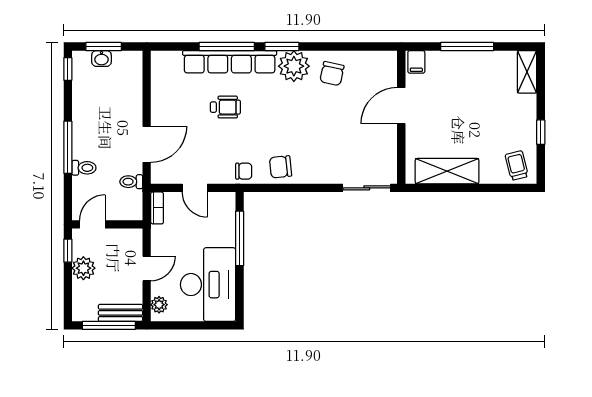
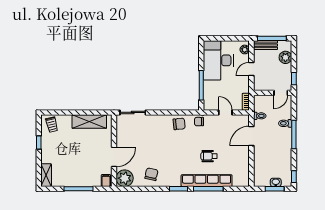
plant: (294, 66) -> (125, 178), moved
plant: (83, 268) -> (285, 57), moved

